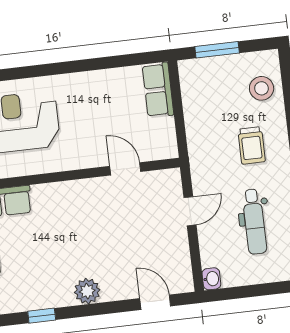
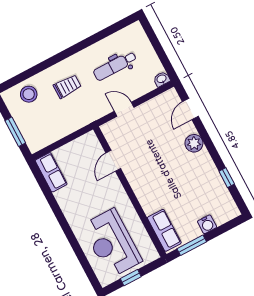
row of seats: (158, 90) -> (51, 172), moved, turned -90
dental chair: (254, 222) -> (115, 66), turned 180
plant: (87, 291) -> (194, 143), moved

